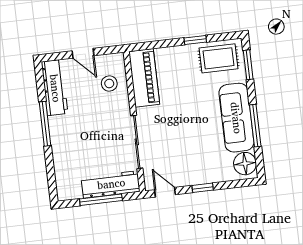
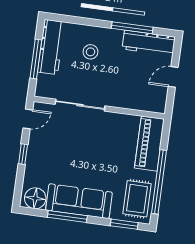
window: (195, 40) -> (159, 182), width x3.17
piano: (144, 78) -> (149, 144), moved, turned 90
stool: (109, 83) -> (90, 52), moved
window: (45, 124) -> (132, 28), moved
workbench: (111, 184) -> (51, 47), moved

